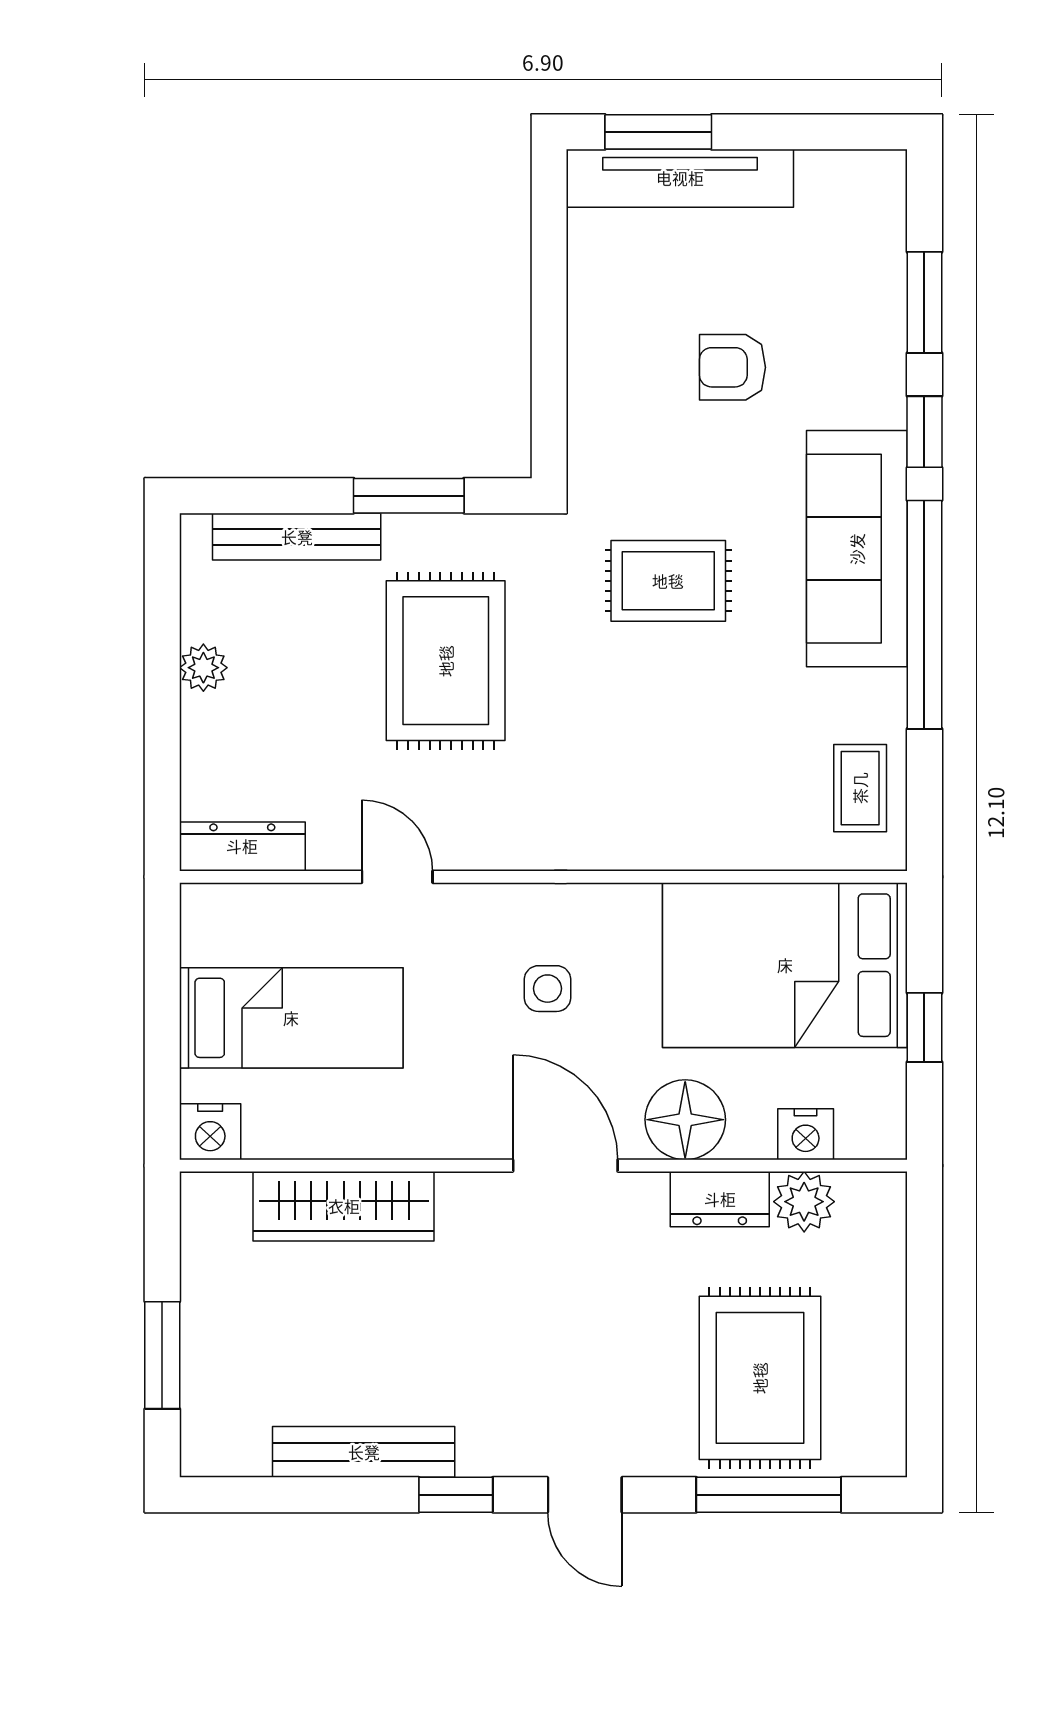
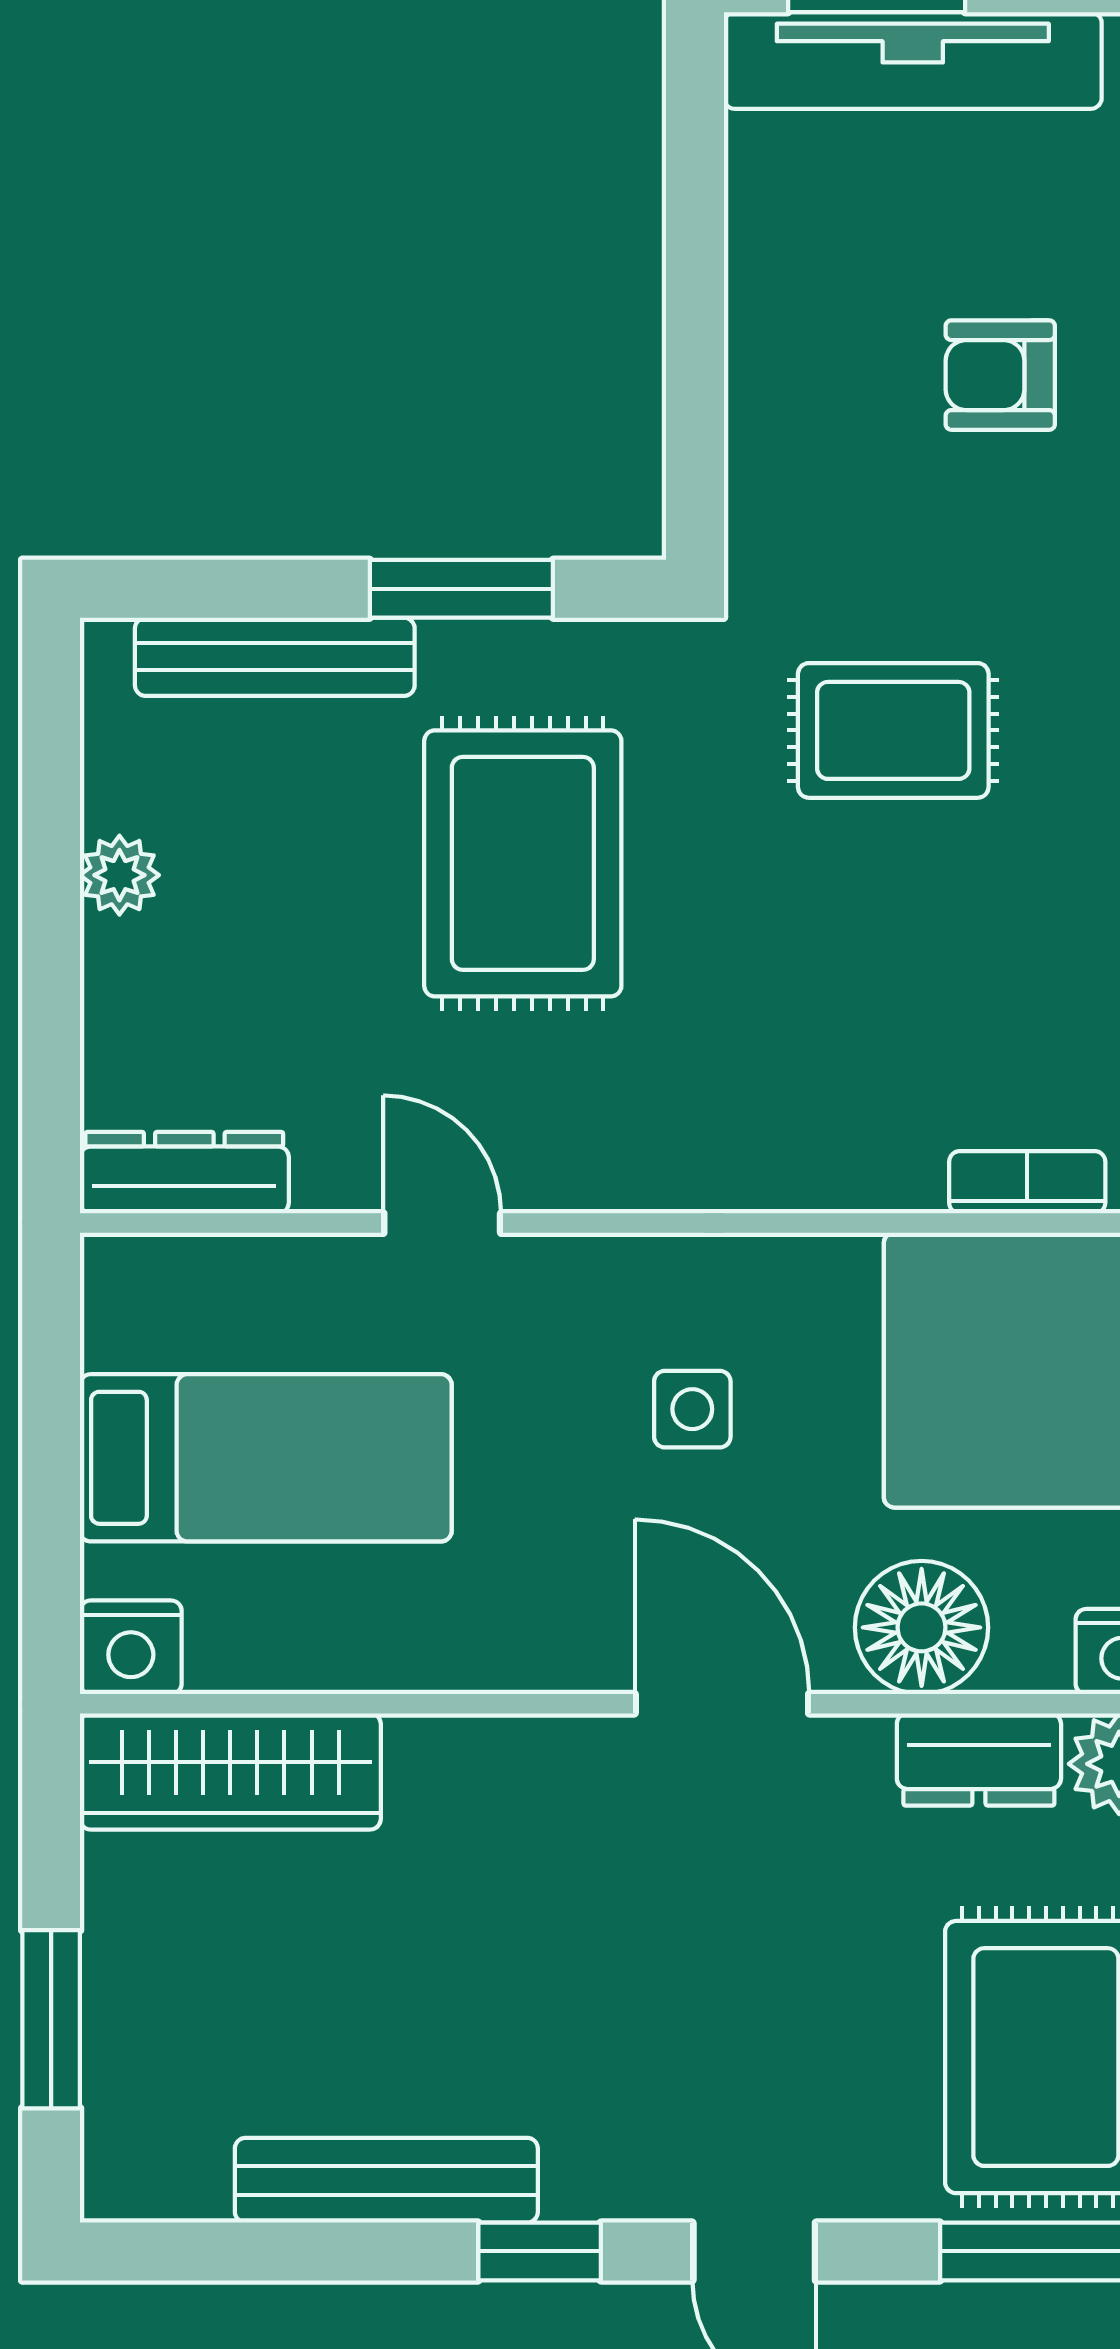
bookcase: (749, 852) -> (1027, 1182), added
wardrobe: (344, 1206) -> (230, 1771), moved

